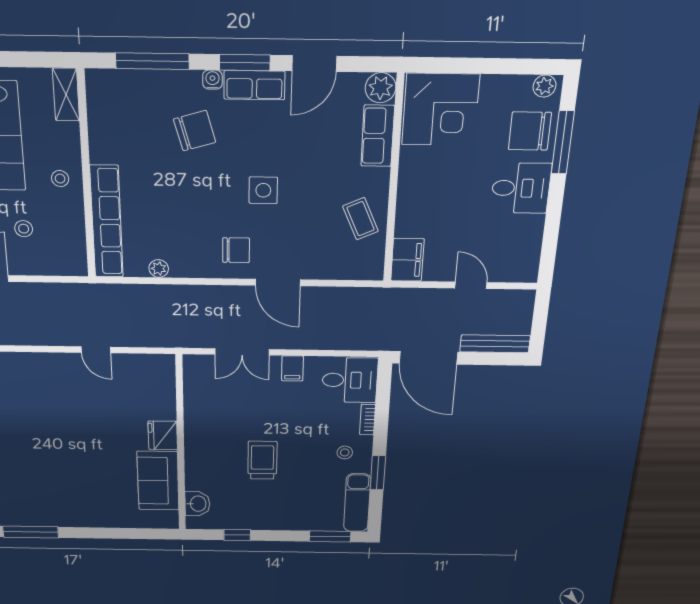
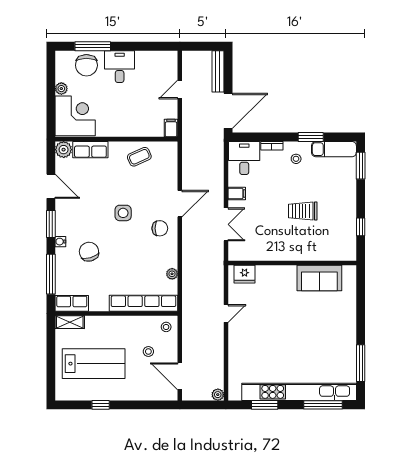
row of seats: (254, 85) -> (72, 303), moved, turned -90
plant: (545, 86) -> (61, 89), moved
stool: (60, 179) -> (166, 327), moved
chair: (236, 250) -> (160, 228), turned 90
filing cabinet: (407, 260) -> (171, 128), width x0.50
fridge: (163, 435) -> (245, 274), moved
washbasin: (197, 504) -> (336, 253), removed

